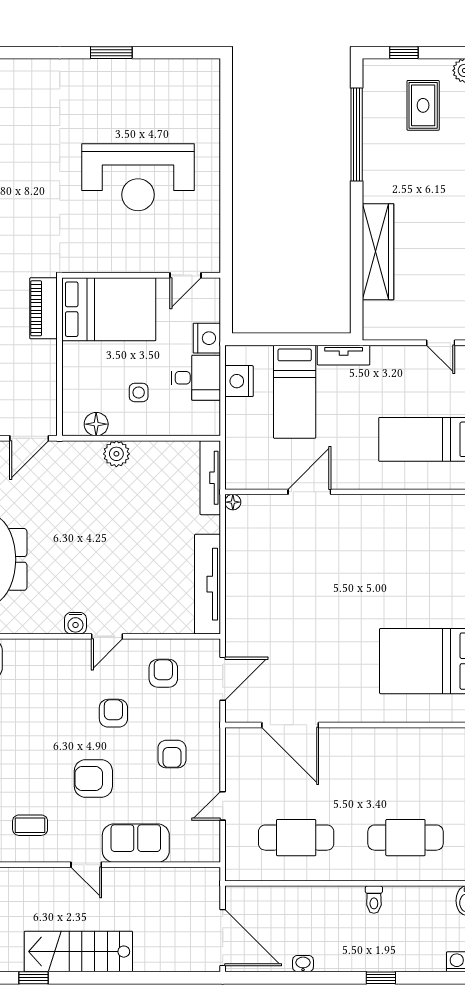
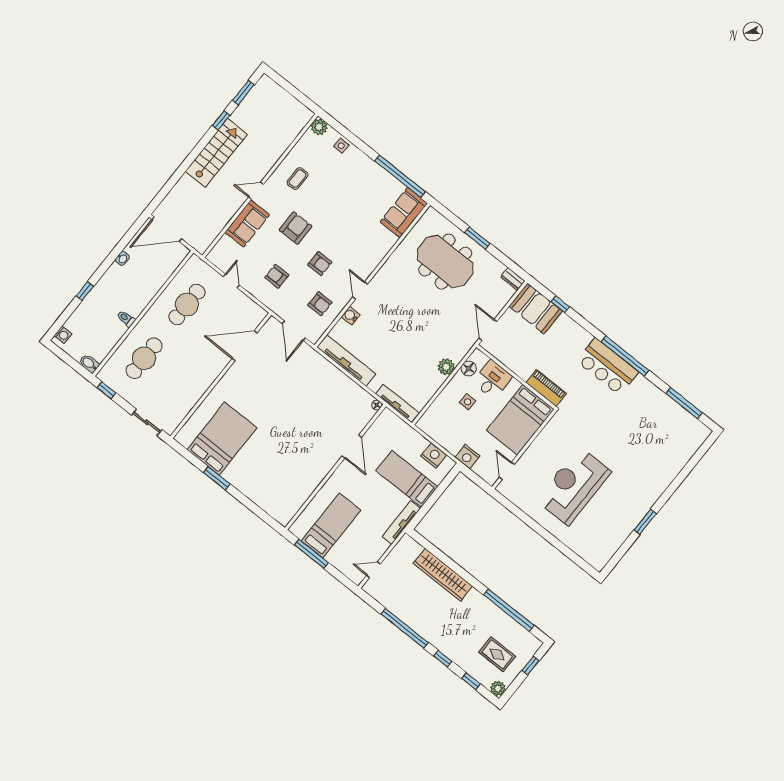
tv unit: (344, 355) -> (401, 522), width x1.41
desk: (196, 378) -> (492, 380), moved, turned 180
water cooler: (75, 623) -> (351, 316), moved

